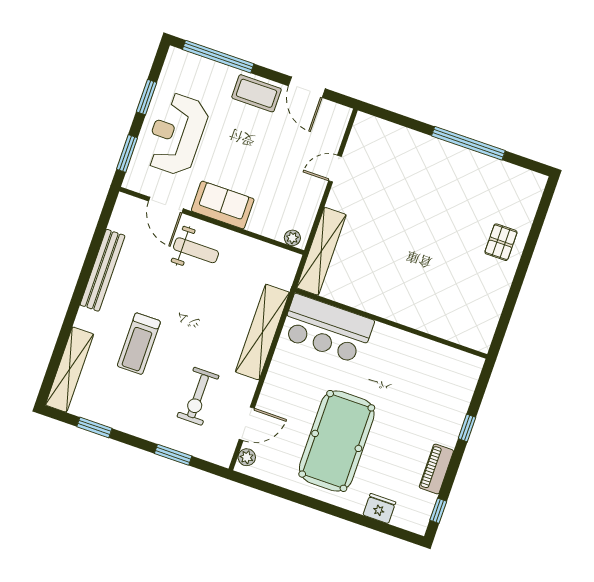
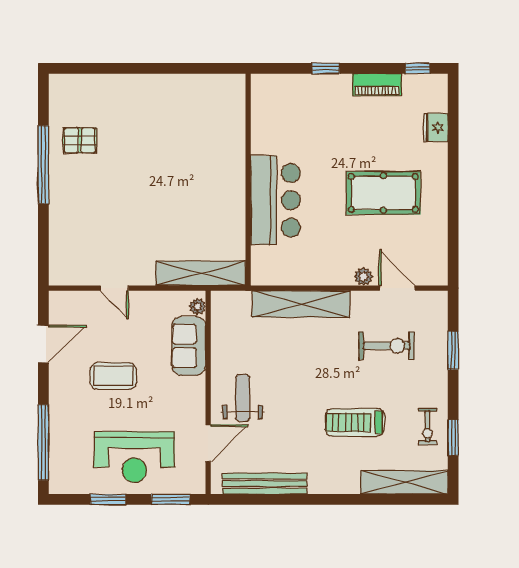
coffee table: (257, 93) -> (113, 376), moved, turned 90
sofa: (223, 205) -> (189, 346), moved
pallet: (501, 242) -> (80, 140), moved
bench: (103, 270) -> (265, 484), moved
bar counter: (327, 329) -> (276, 200), moved
treadmill: (139, 344) -> (355, 422), turned 180
exercise bike: (113, 408) -> (427, 426), added
pool table: (337, 441) -> (383, 193), width x0.73, depth x0.76
plant: (247, 457) -> (364, 277), moved

